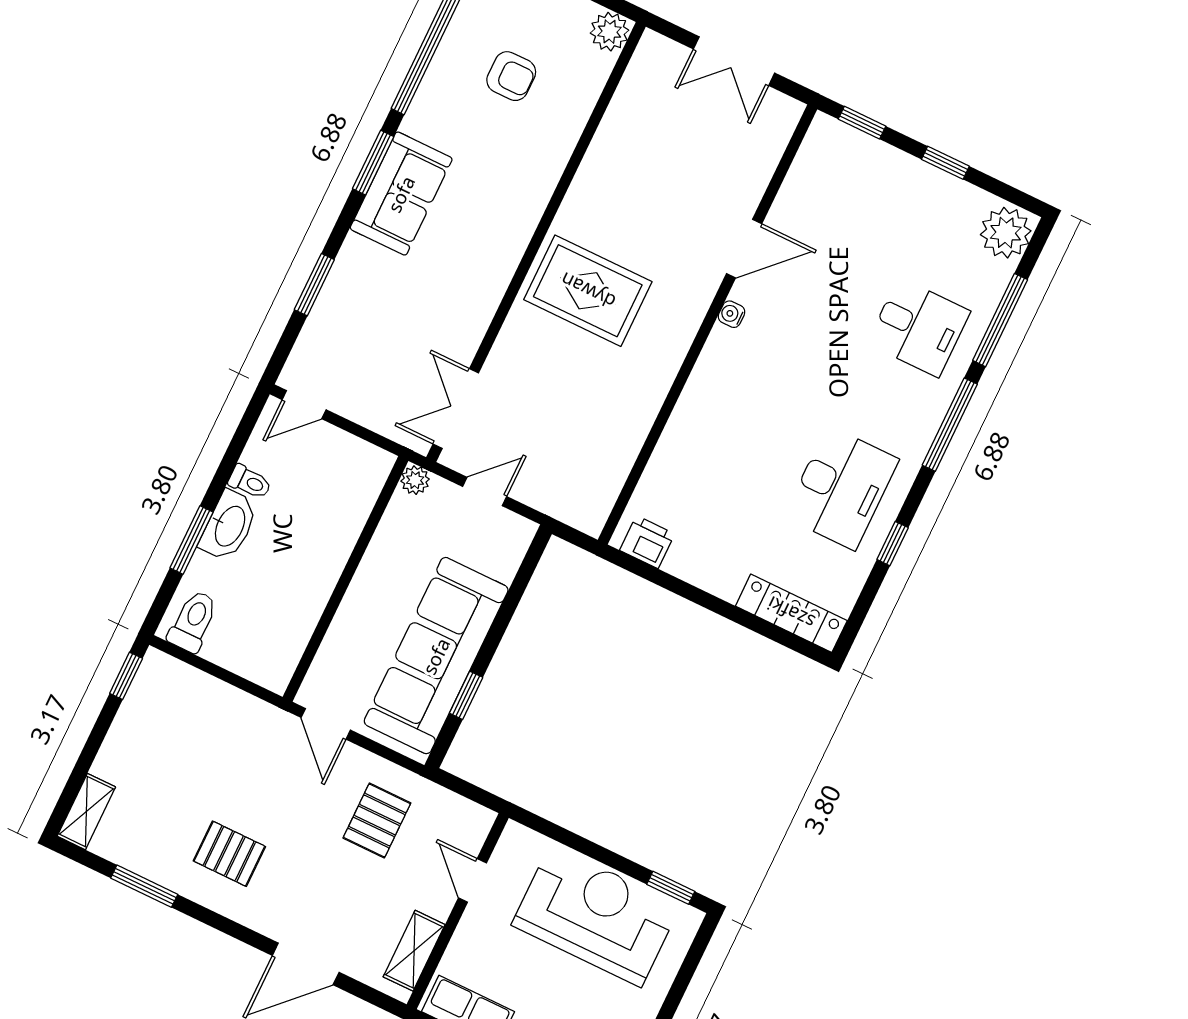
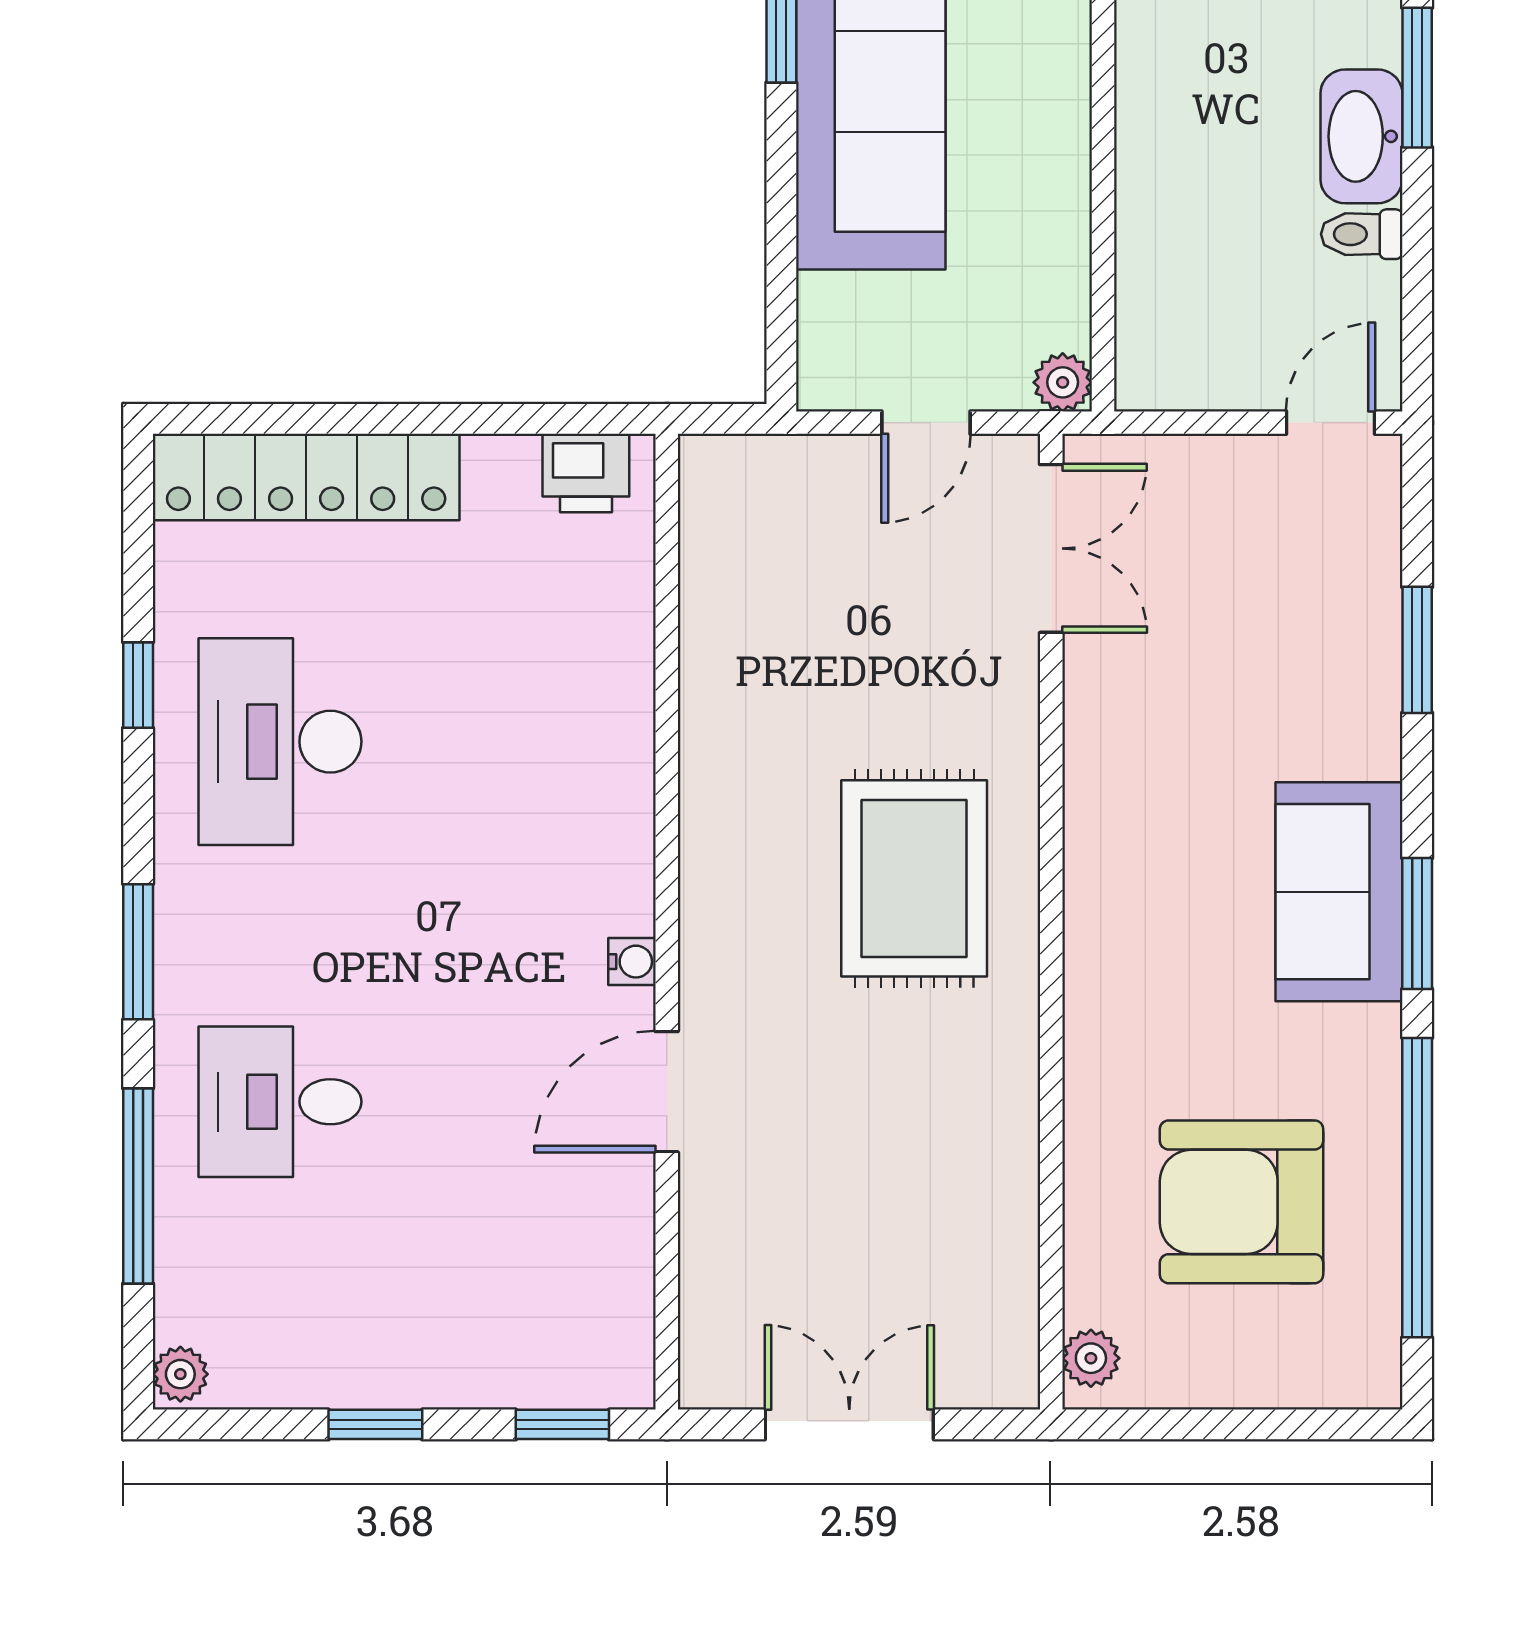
plant: (609, 32) -> (1091, 1358), width x0.73, depth x0.73
armchair: (511, 76) -> (1242, 1202), width x1.88, depth x1.88
plant: (1006, 233) -> (180, 1374), width x0.53, depth x0.53
rug: (588, 291) -> (914, 878), turned 90
window: (950, 425) -> (138, 952), width x0.69
locker: (791, 613) -> (306, 477), width x1.41, depth x1.21

